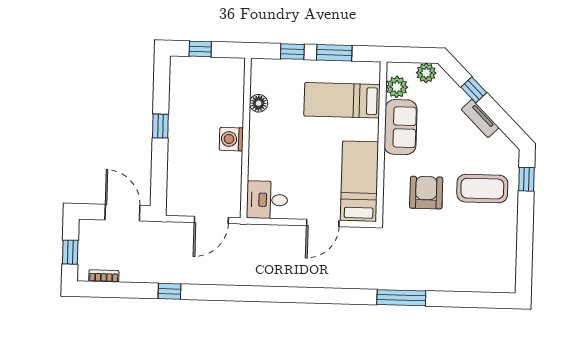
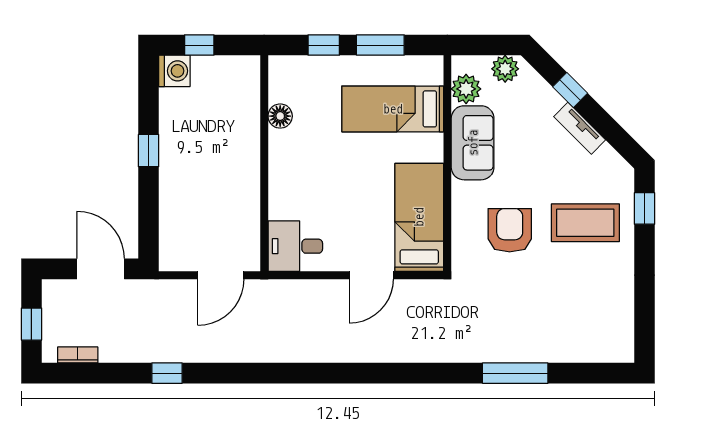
washing machine: (231, 139) -> (174, 71), moved, turned 180
window: (401, 298) -> (515, 373), moved

